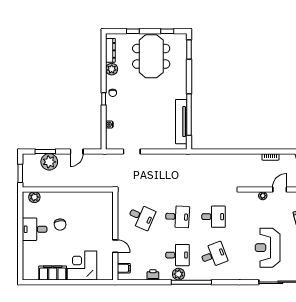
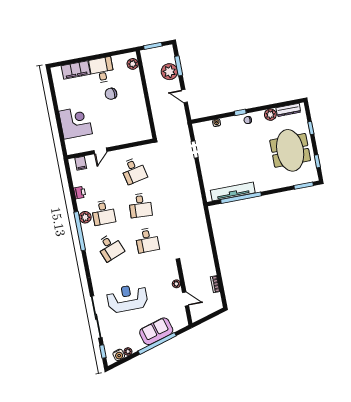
meeting table: (151, 56) -> (290, 150), turned 90
desk: (141, 217) -> (134, 171), turned -36
filing cabinet: (53, 273) -> (76, 70), moved, turned 90

